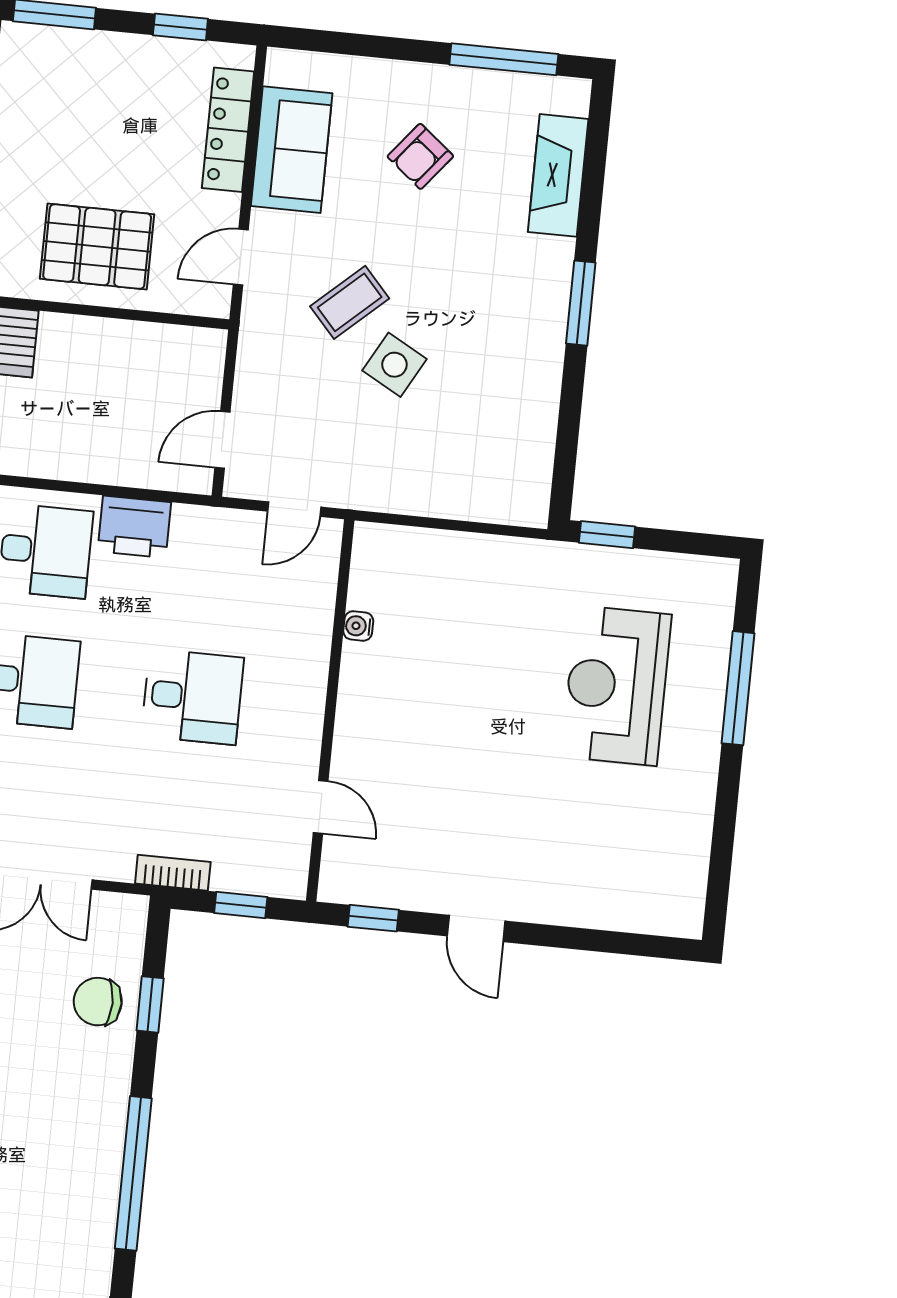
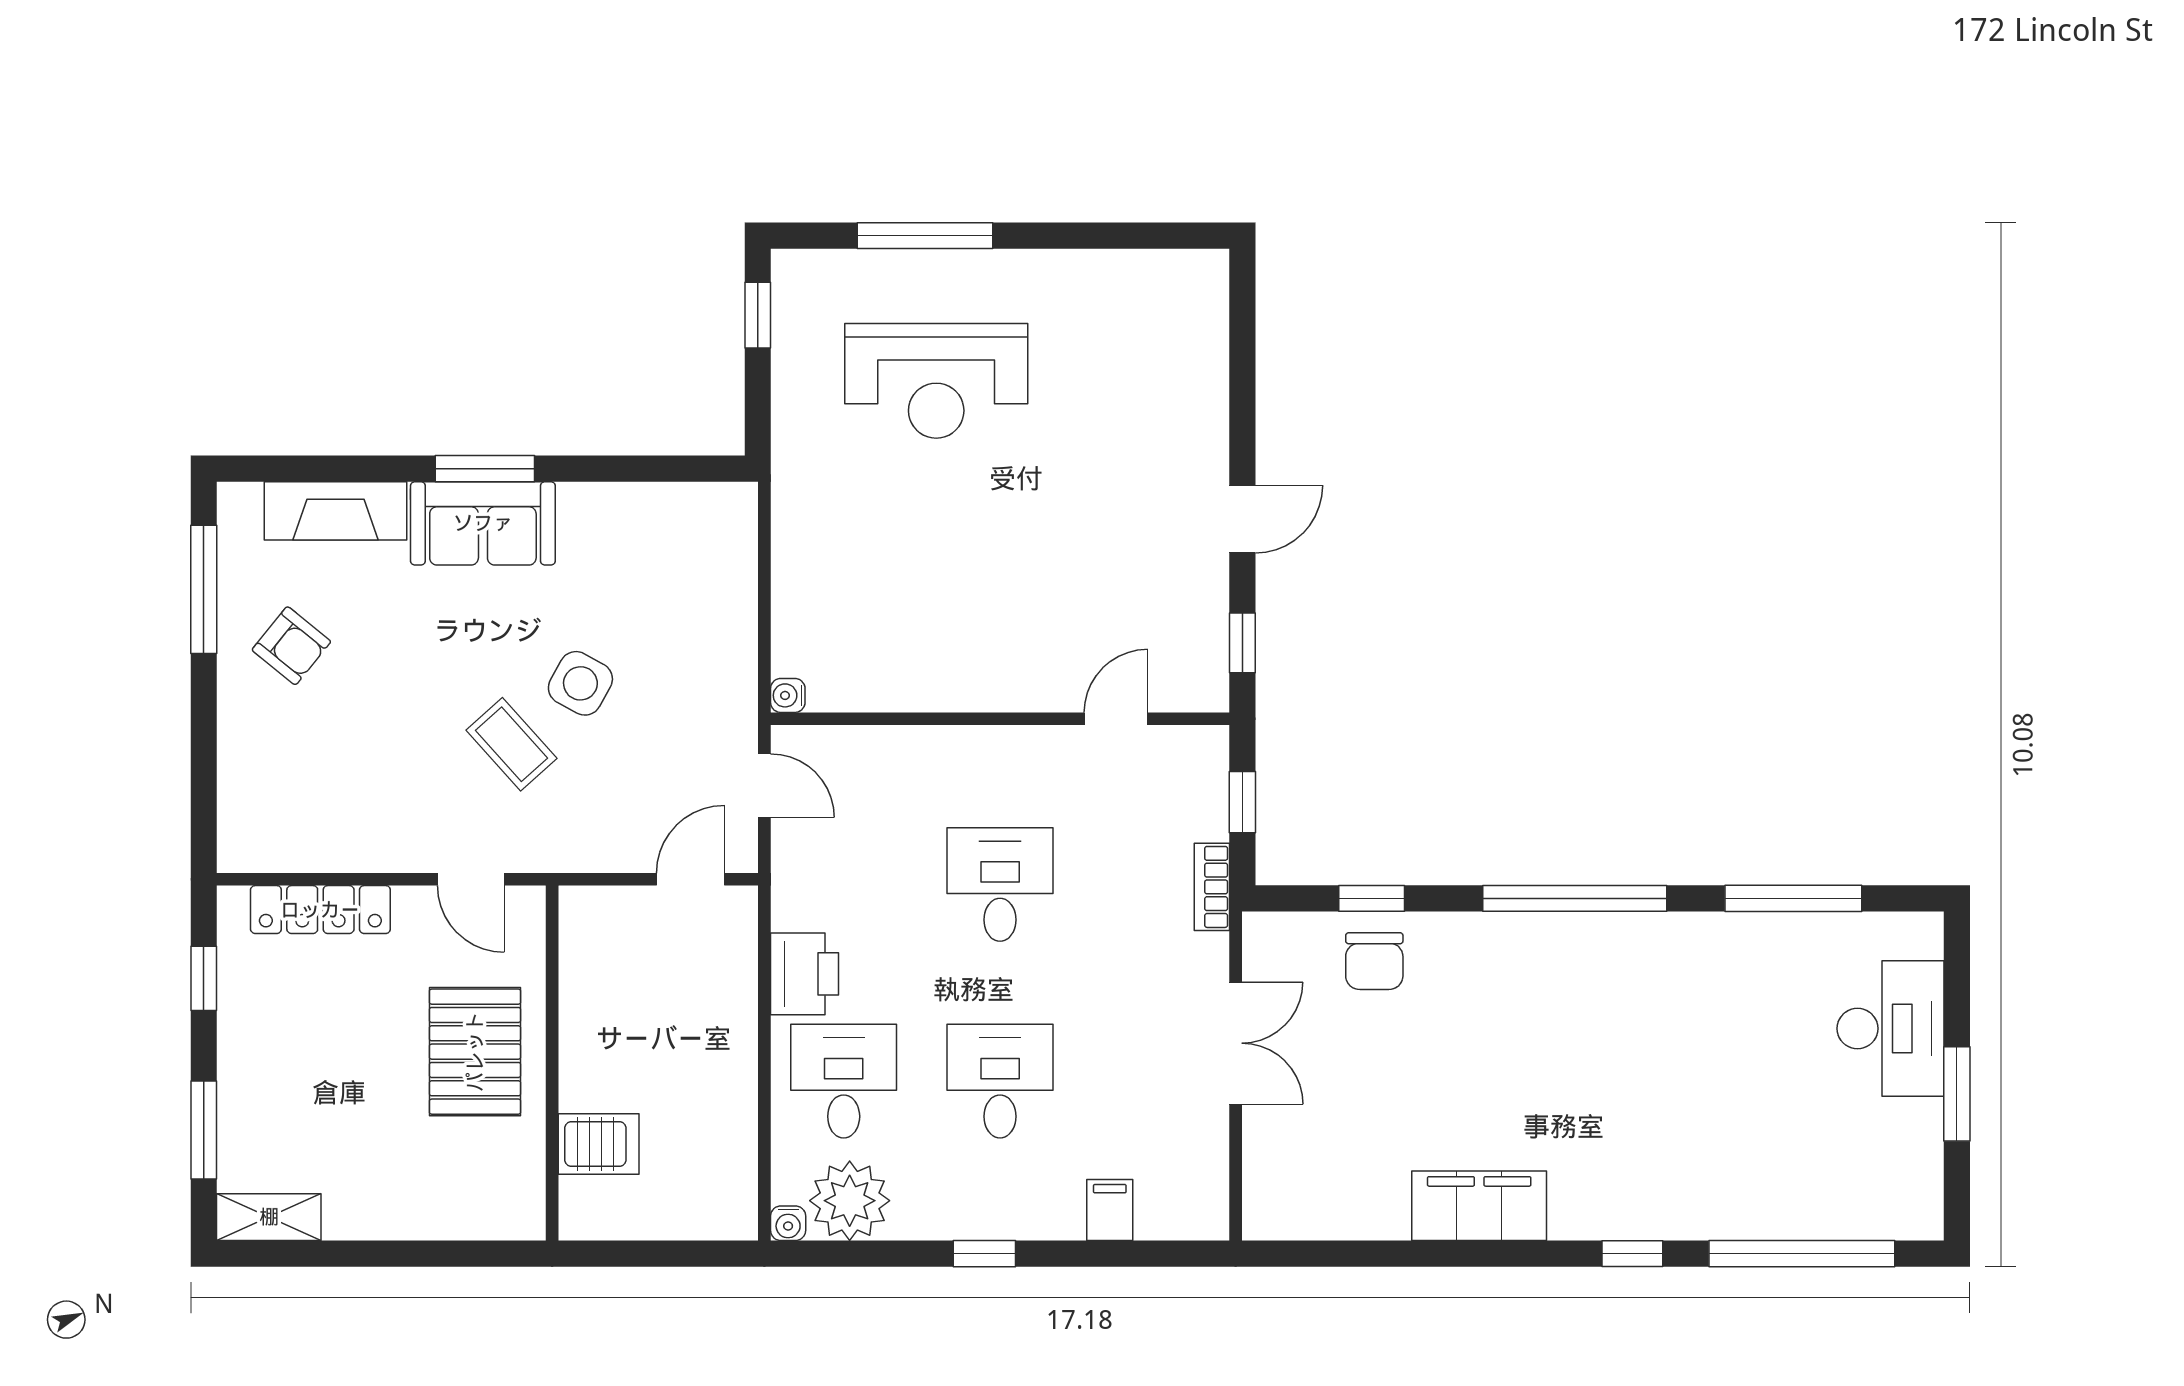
sofa: (292, 150) -> (483, 523), moved, turned 180
armchair: (420, 156) -> (291, 646), moved
door: (222, 440) -> (690, 879), swing flipped
window: (607, 535) -> (758, 315), moved
water cooler: (358, 626) -> (788, 695), moved, turned 90

